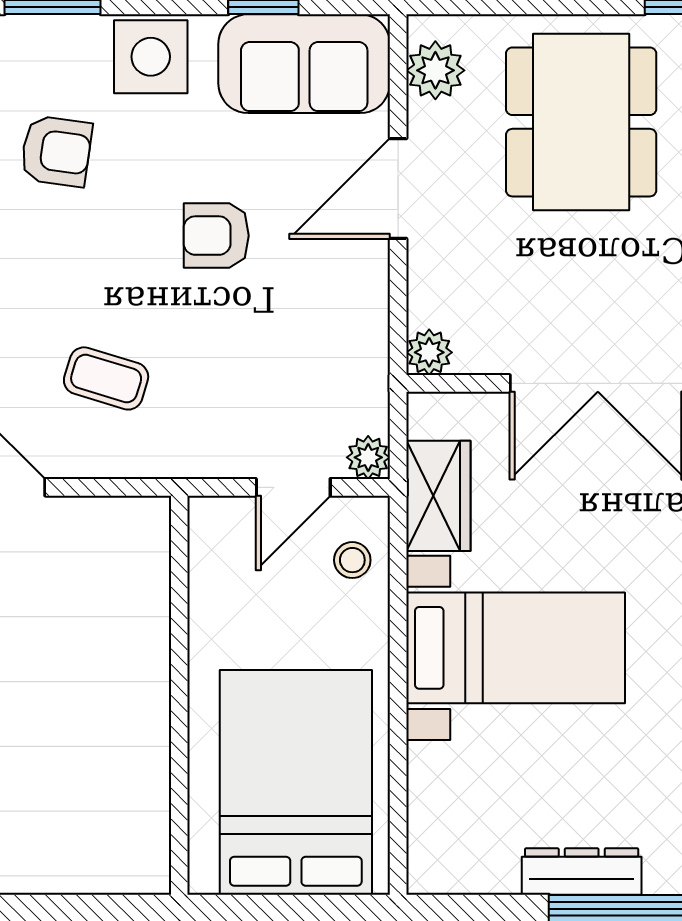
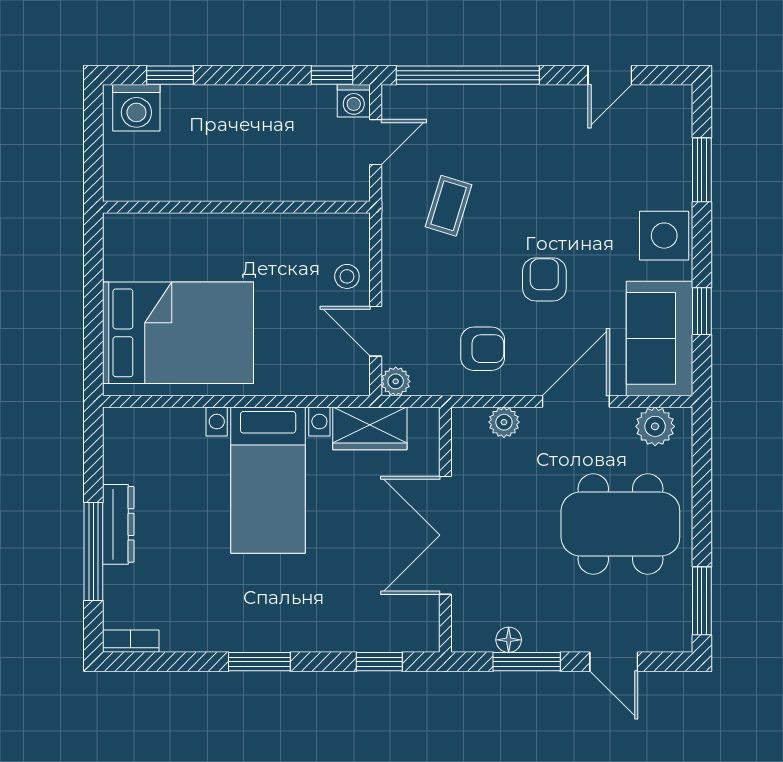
armchair: (56, 151) -> (483, 349), moved, turned -98
door: (398, 188) -> (576, 401), hinge flipped
plant: (429, 352) -> (504, 422), moved
stool: (352, 560) -> (347, 276), moved
wall: (179, 695) -> (236, 207), moved

